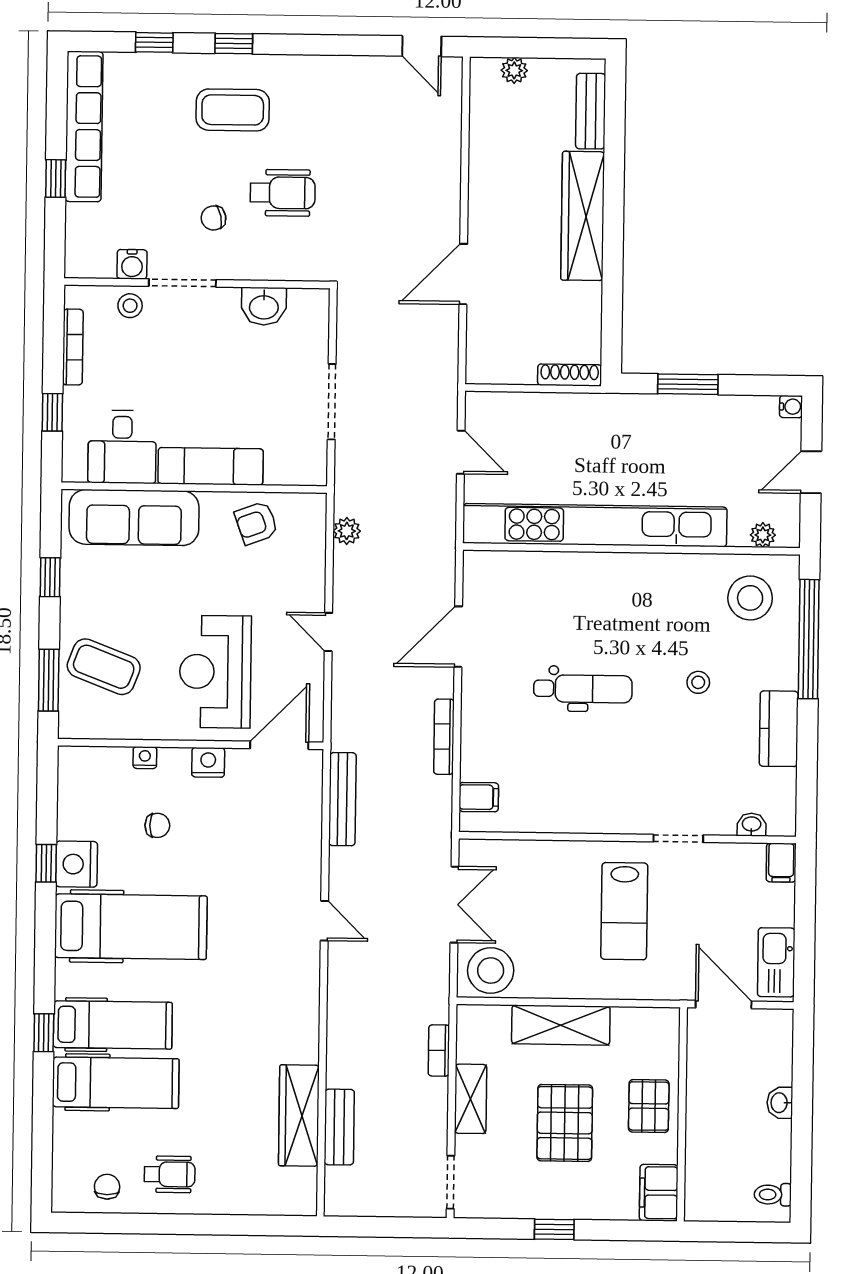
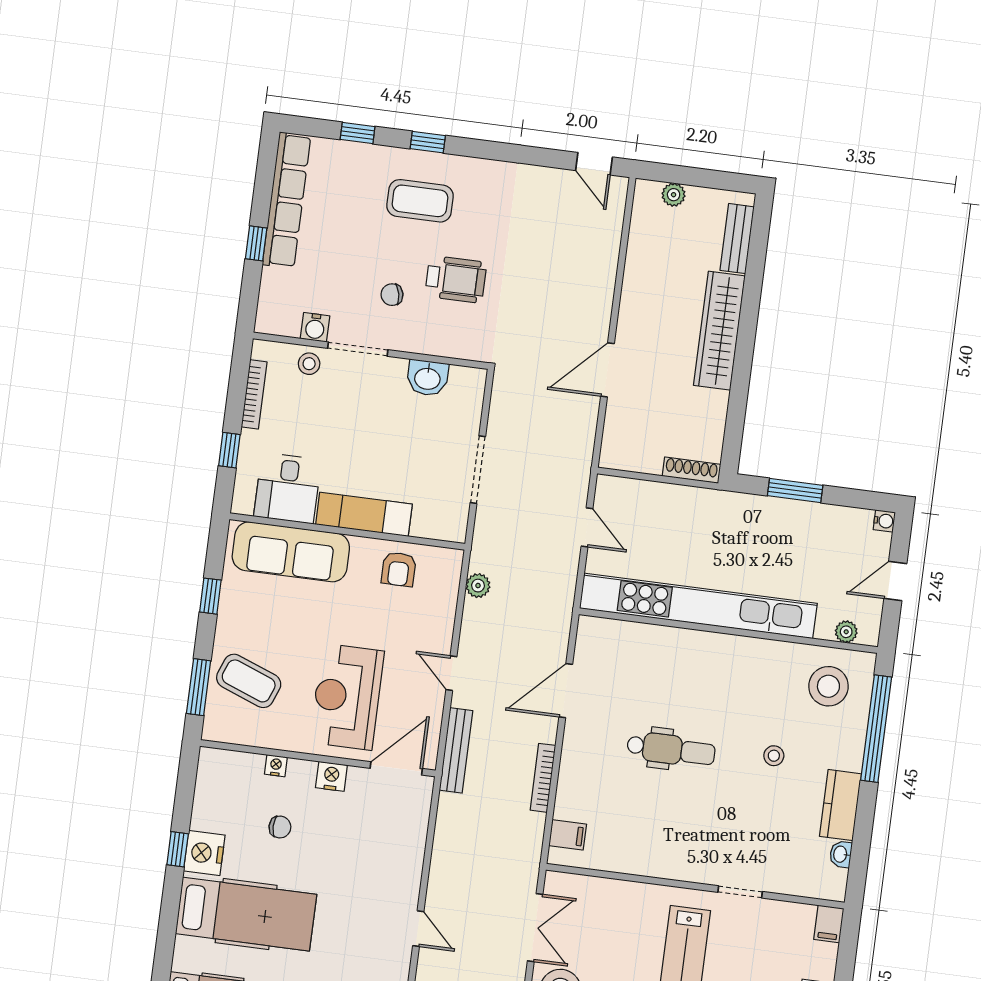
armchair: (256, 523) -> (399, 569), turned -70
bench: (342, 799) -> (456, 750), moved
washbasin: (752, 825) -> (841, 854), moved, turned -90

